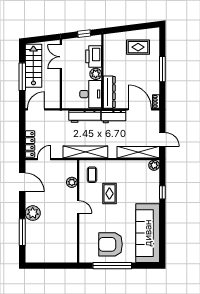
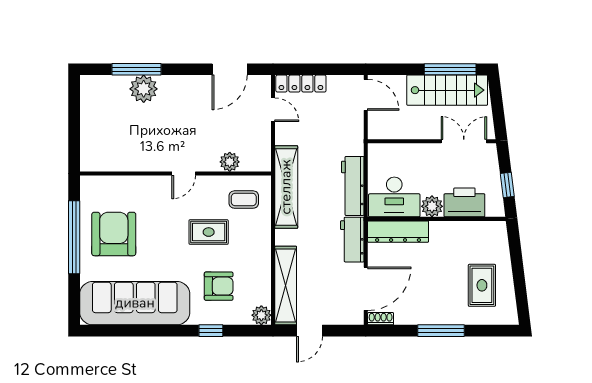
window: (22, 77) -> (450, 69), moved
armchair: (138, 188) -> (219, 286), added
plant: (33, 213) -> (144, 89), moved

